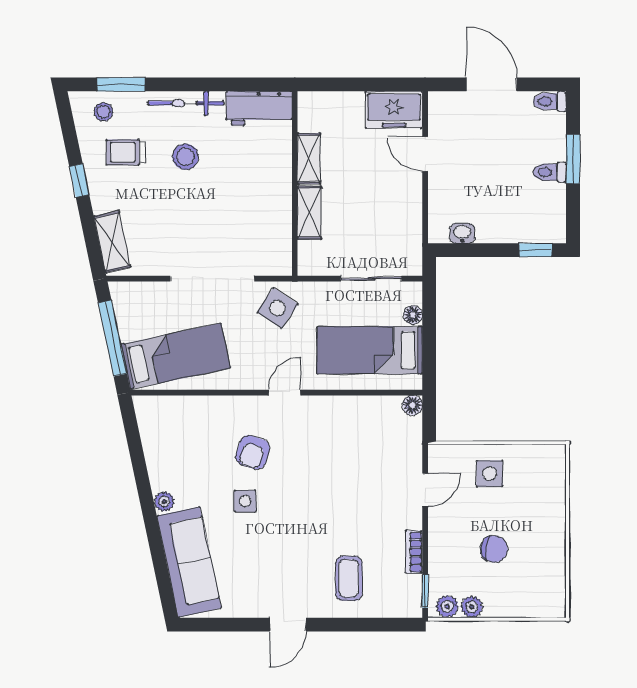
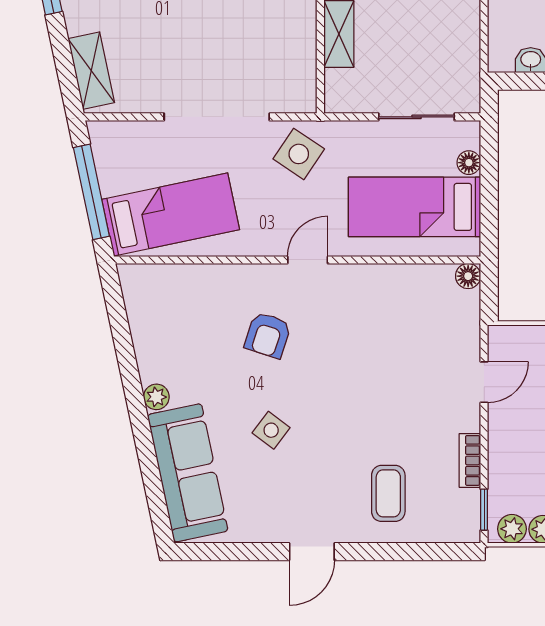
side table: (245, 501) -> (271, 430), moved, turned 37

